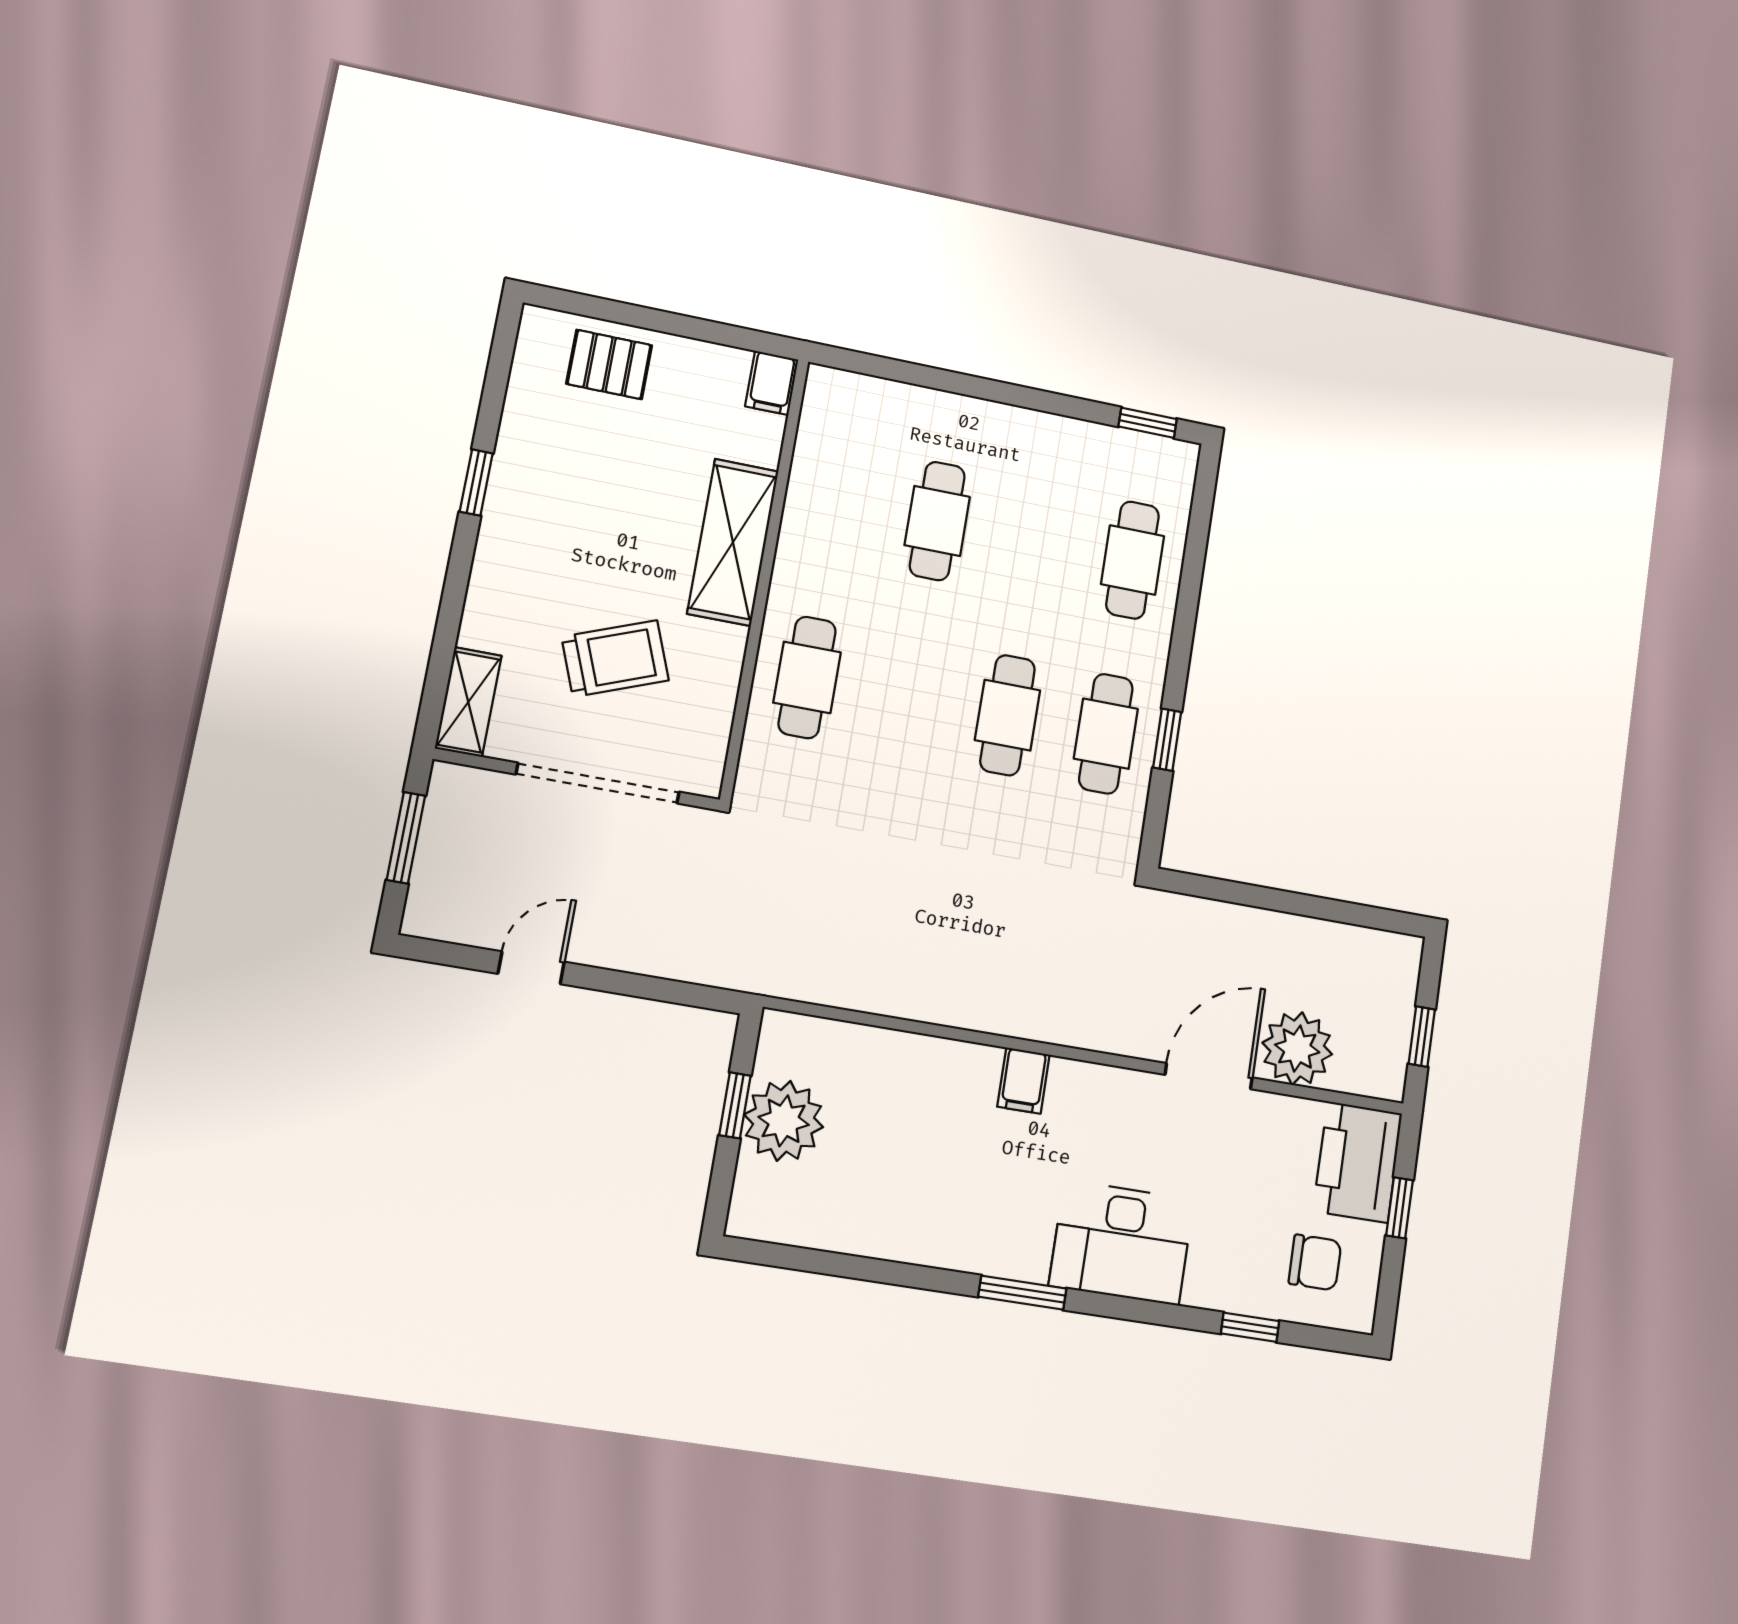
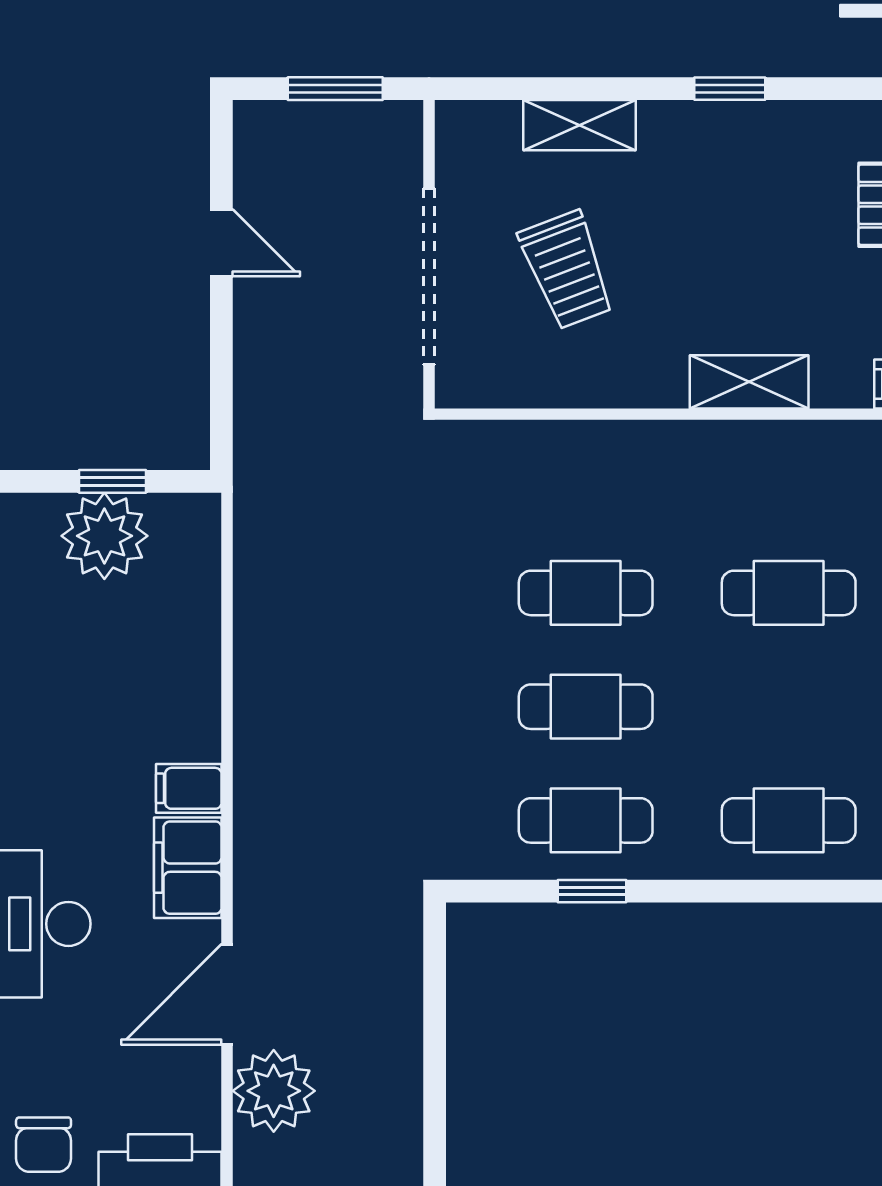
shelving: (733, 542) -> (749, 382), width x0.67, depth x0.75
cafe table: (807, 677) -> (586, 593), moved
shelving: (468, 702) -> (580, 125), moved
door: (1209, 1076) -> (227, 994), swing flipped
filing cabinet: (1093, 1093) -> (188, 868), added

